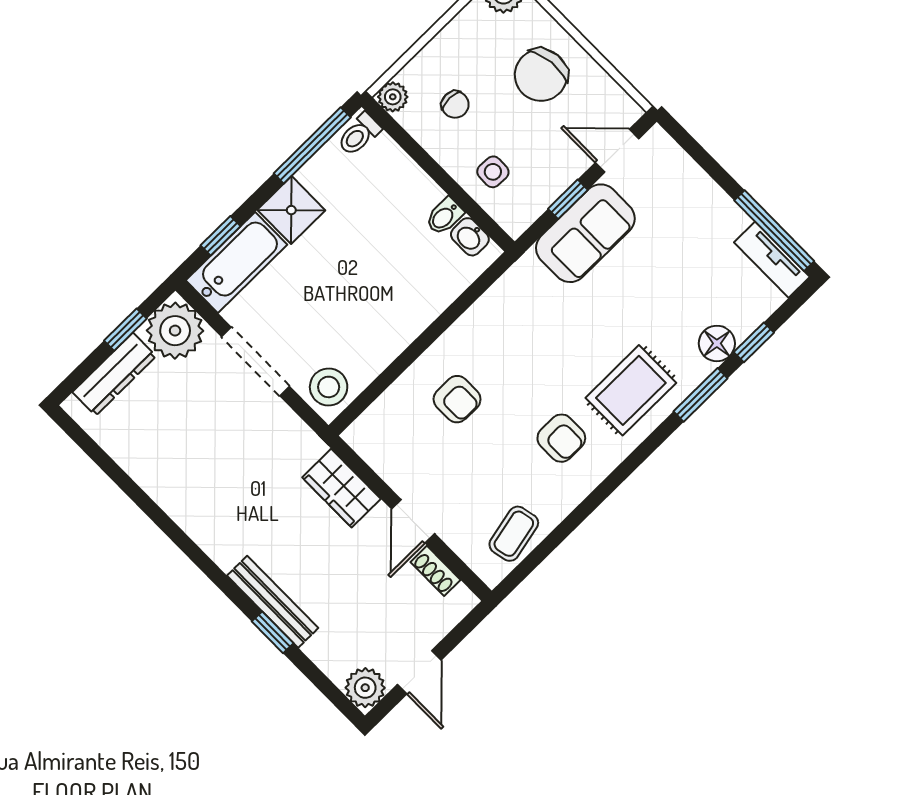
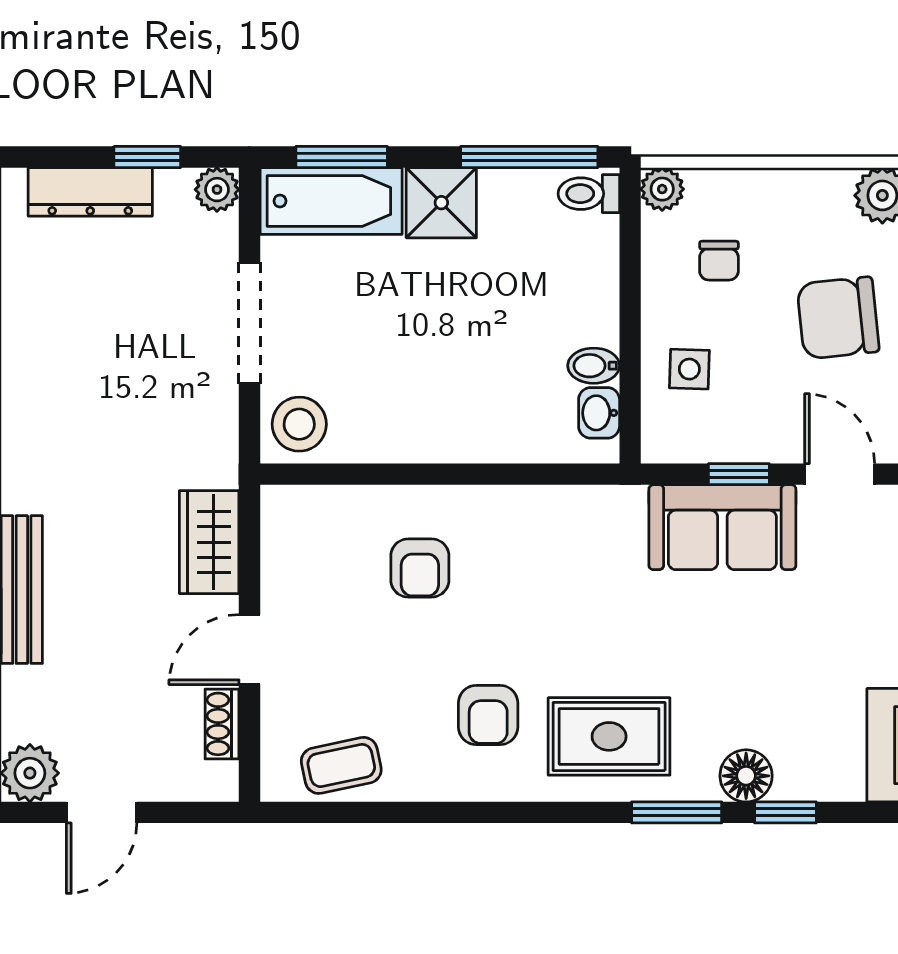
window: (220, 236) -> (342, 157), width x1.50
plant: (175, 331) -> (217, 190), width x0.53, depth x0.53

